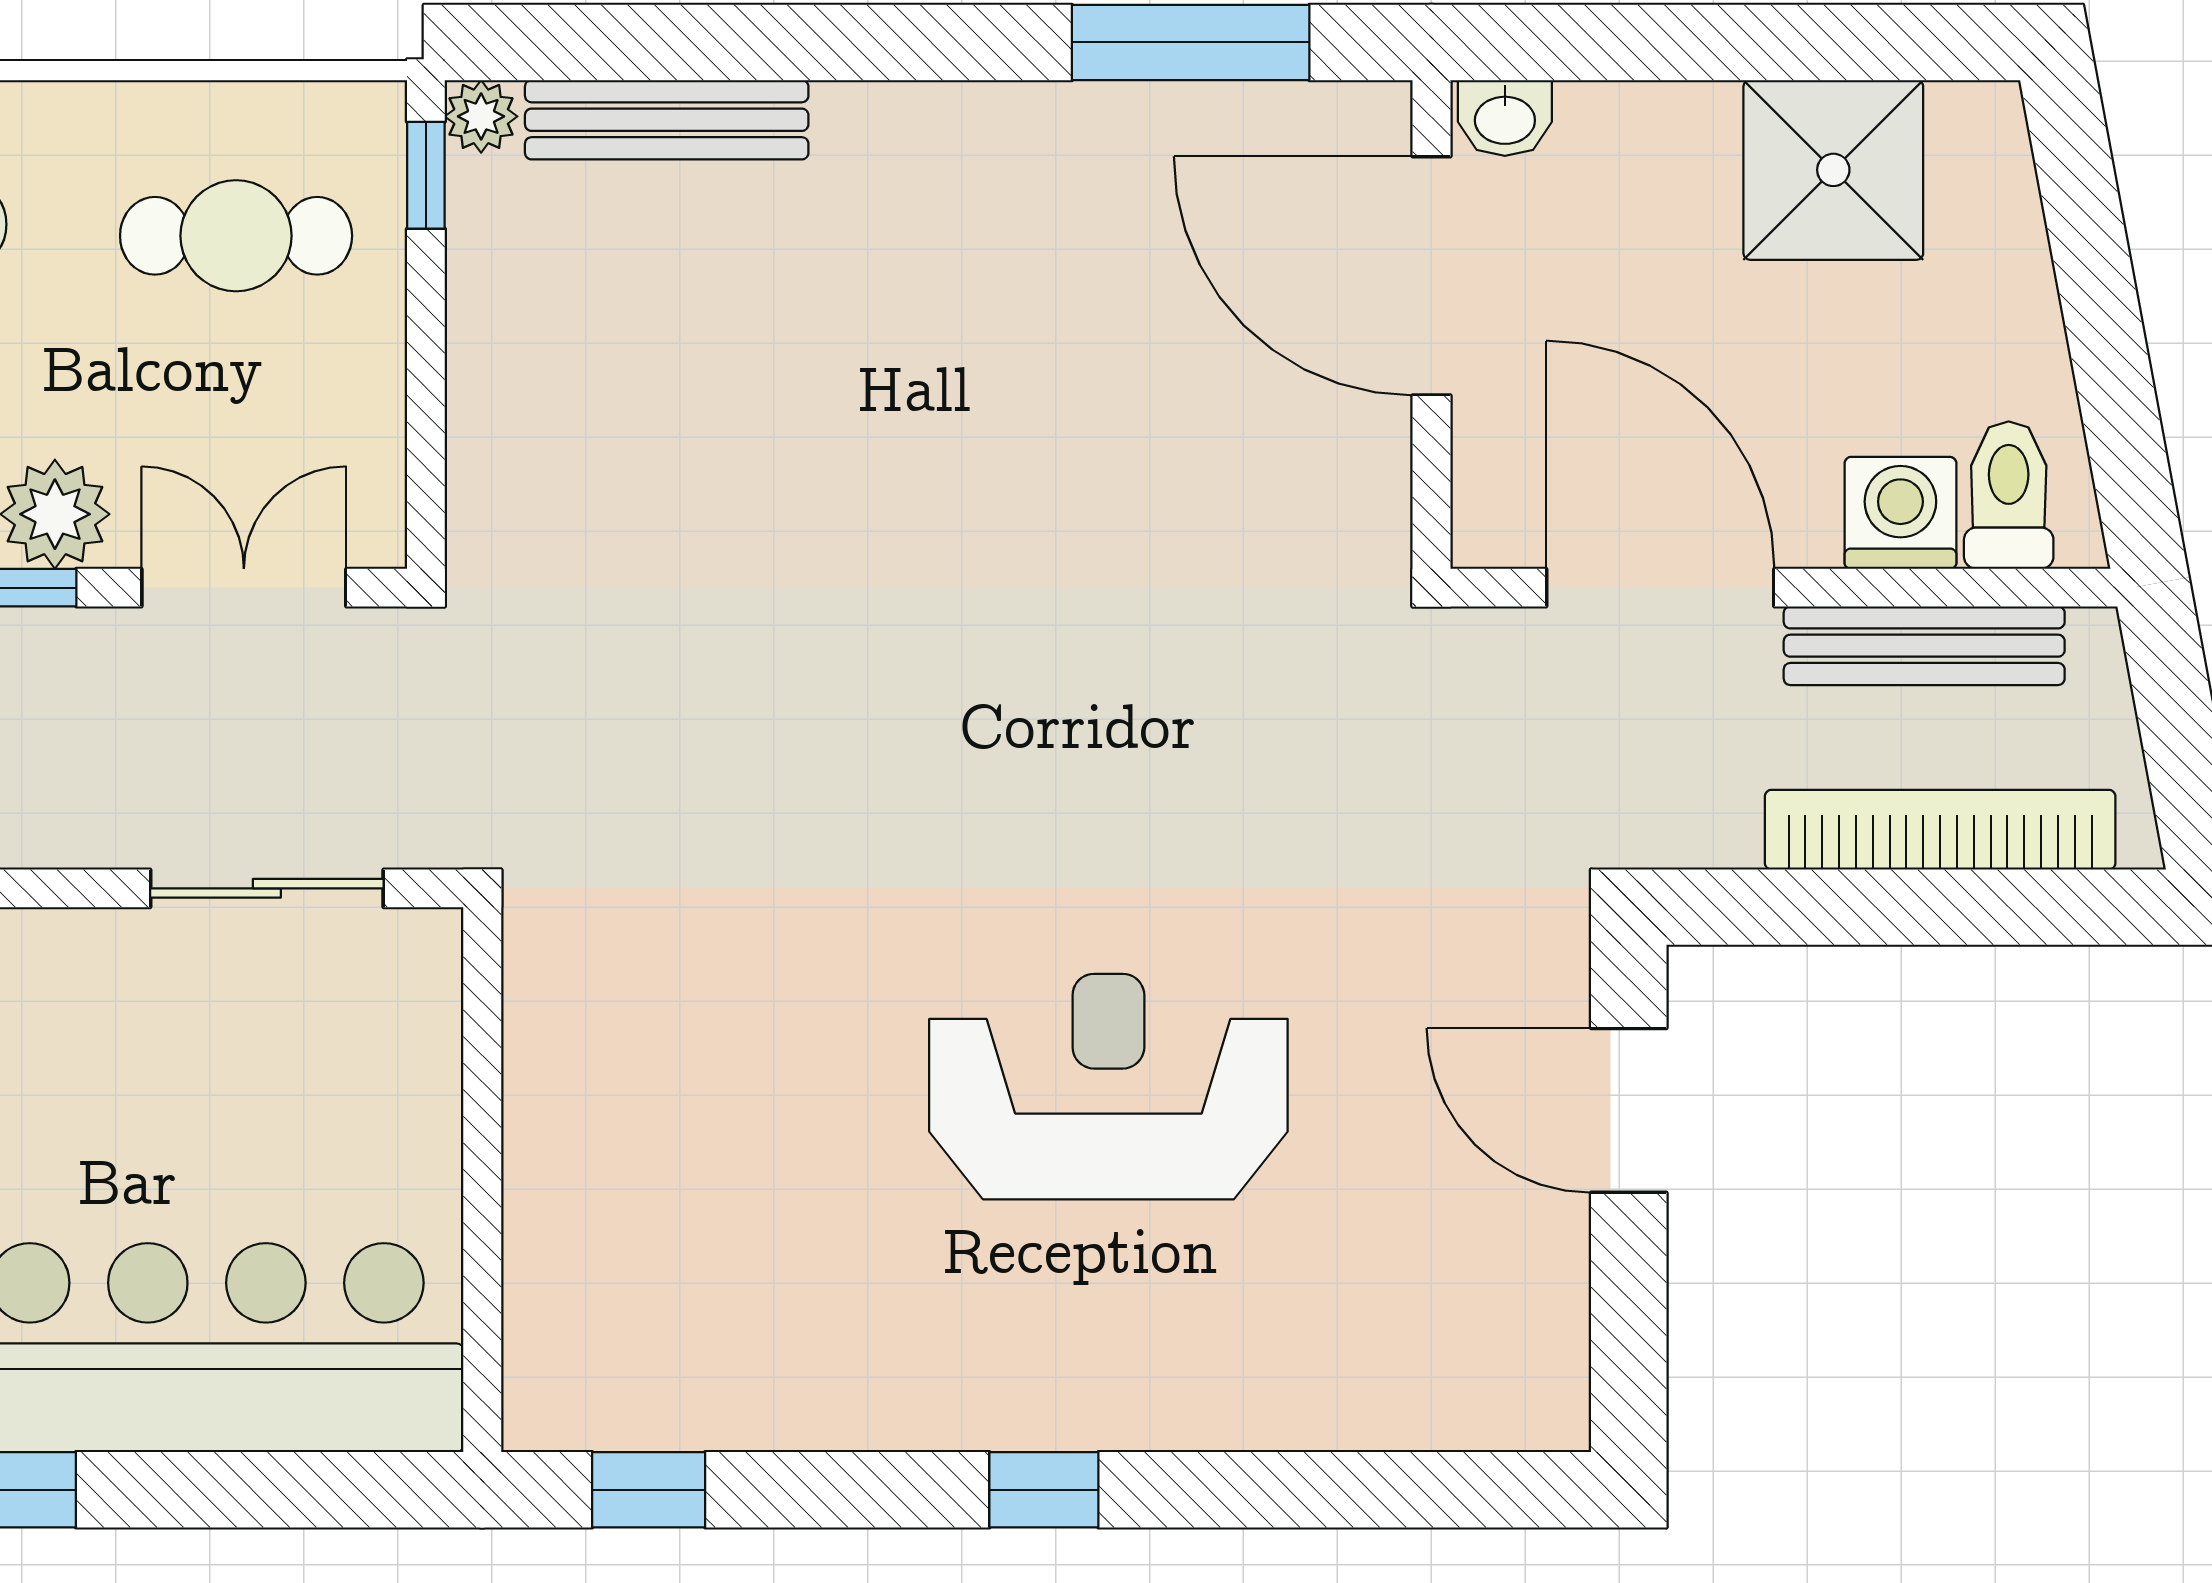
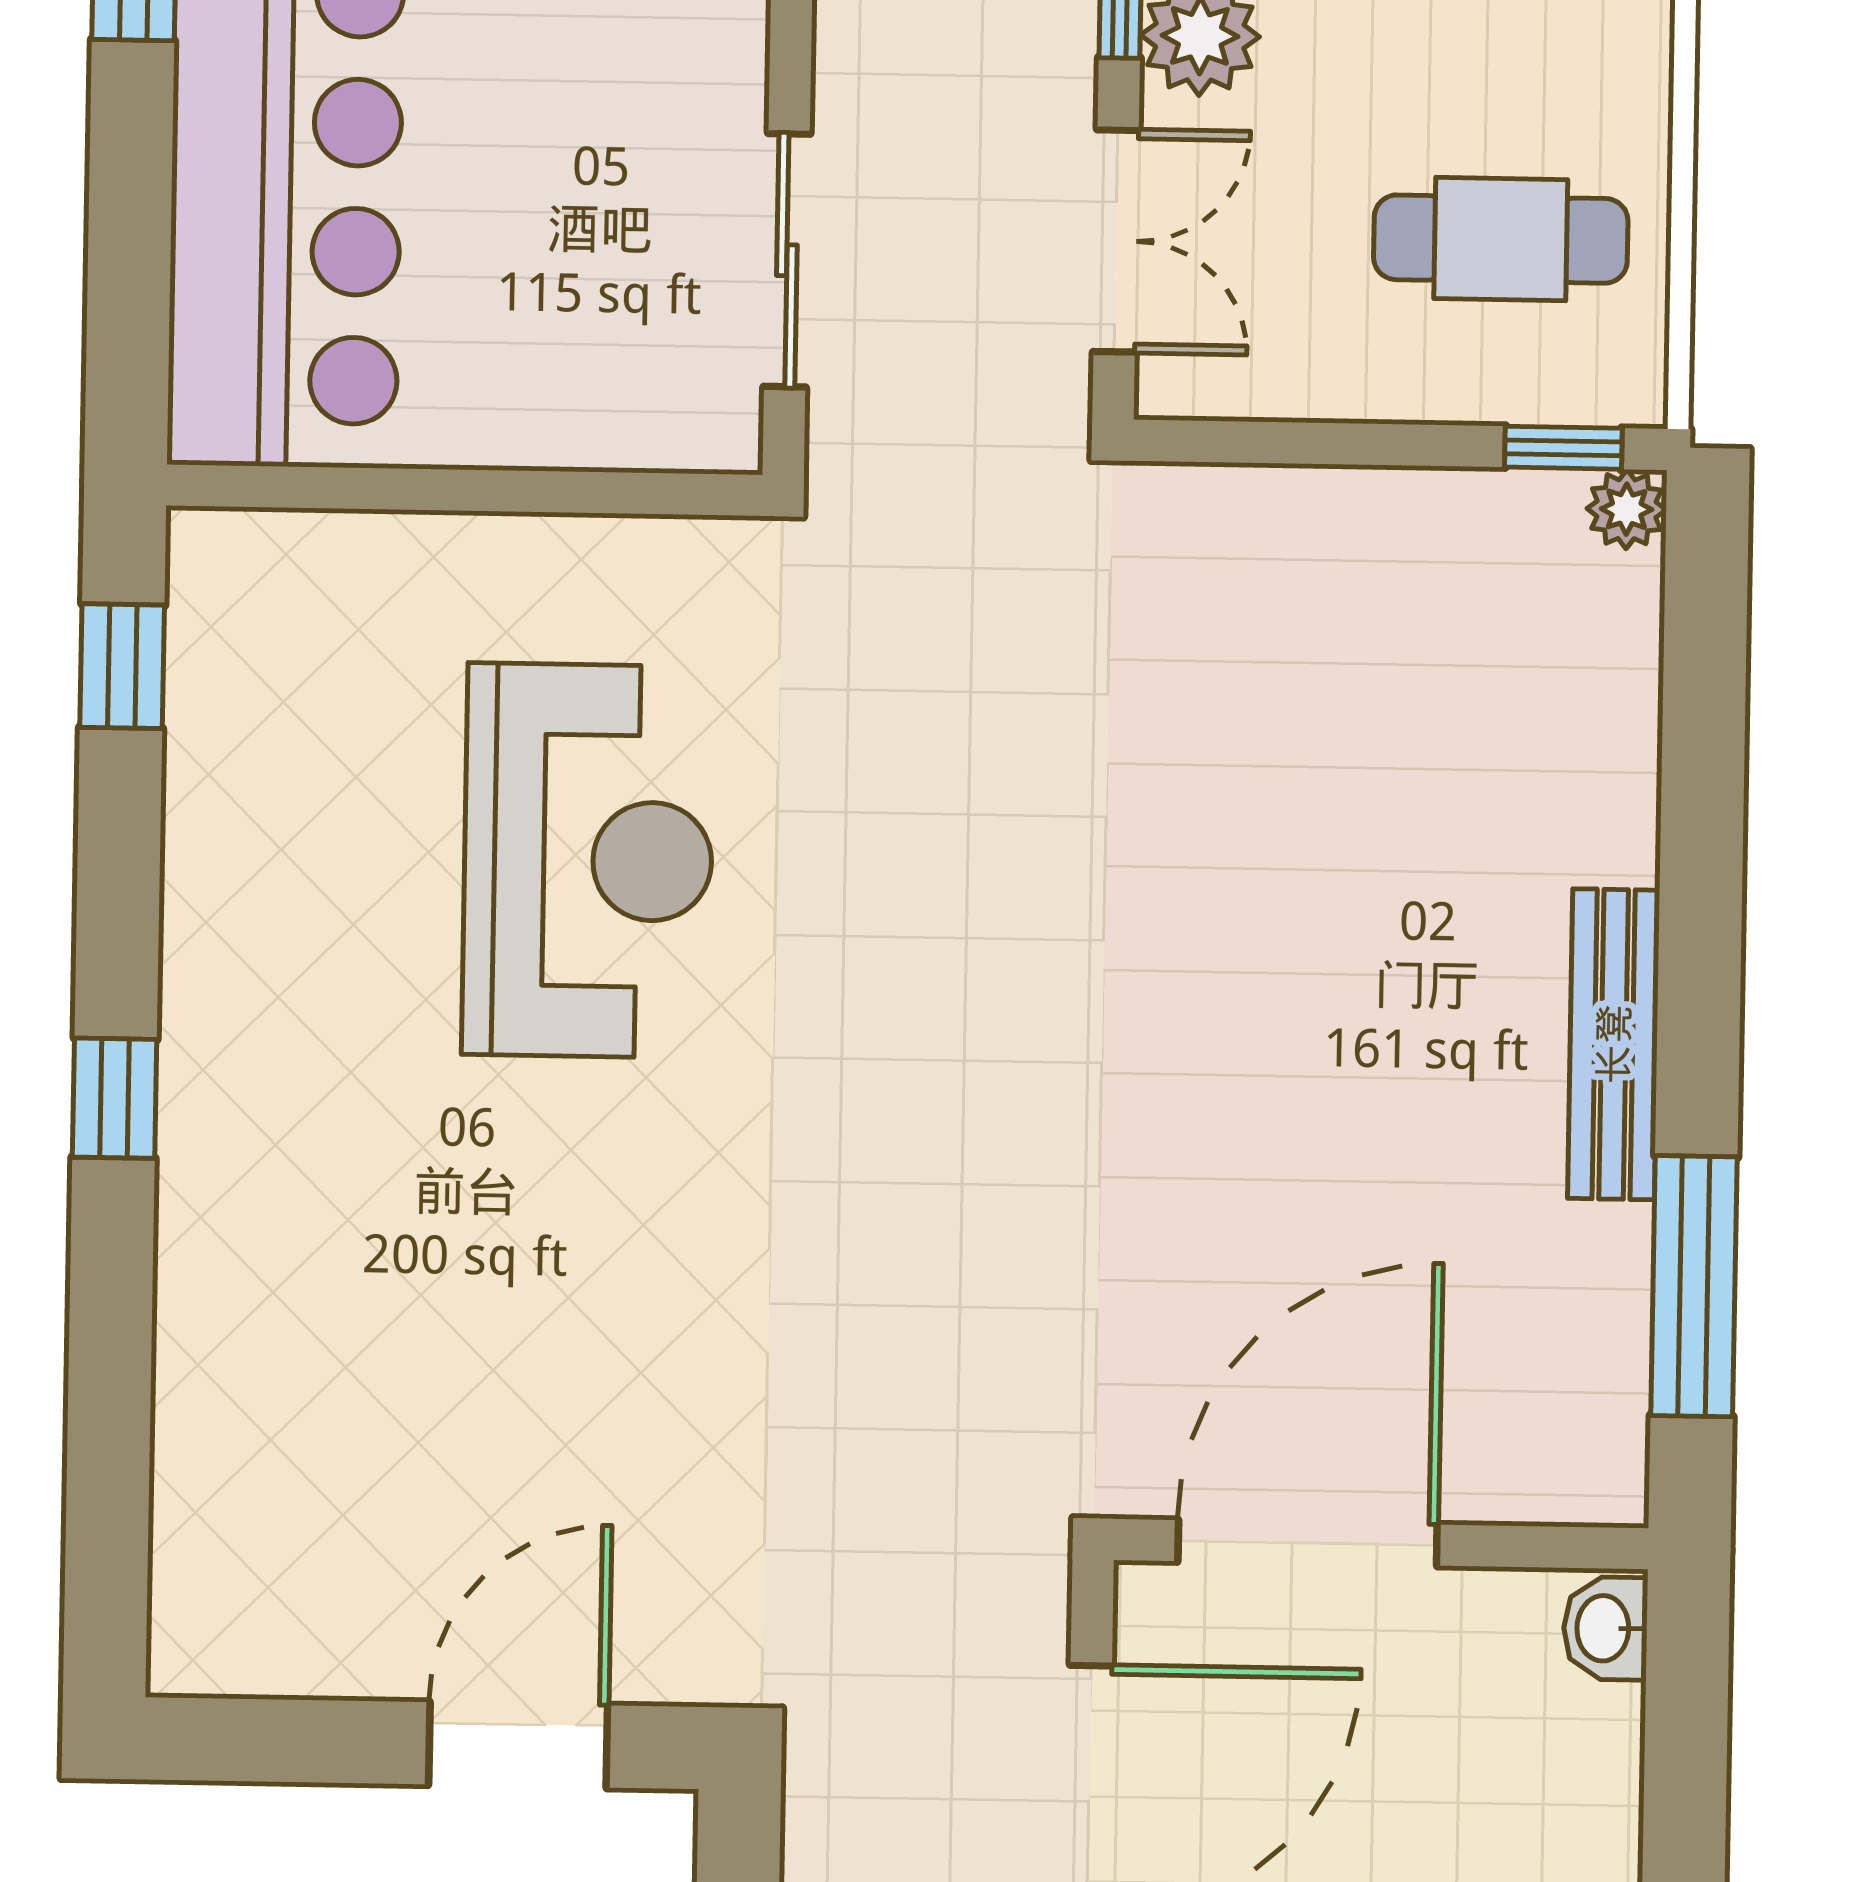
bench: (667, 120) -> (1614, 1044), moved
cafe table: (236, 236) -> (1501, 239), turned 90
door: (1431, 276) -> (1308, 1543), moved
reception desk: (1108, 1087) -> (588, 860), moved

